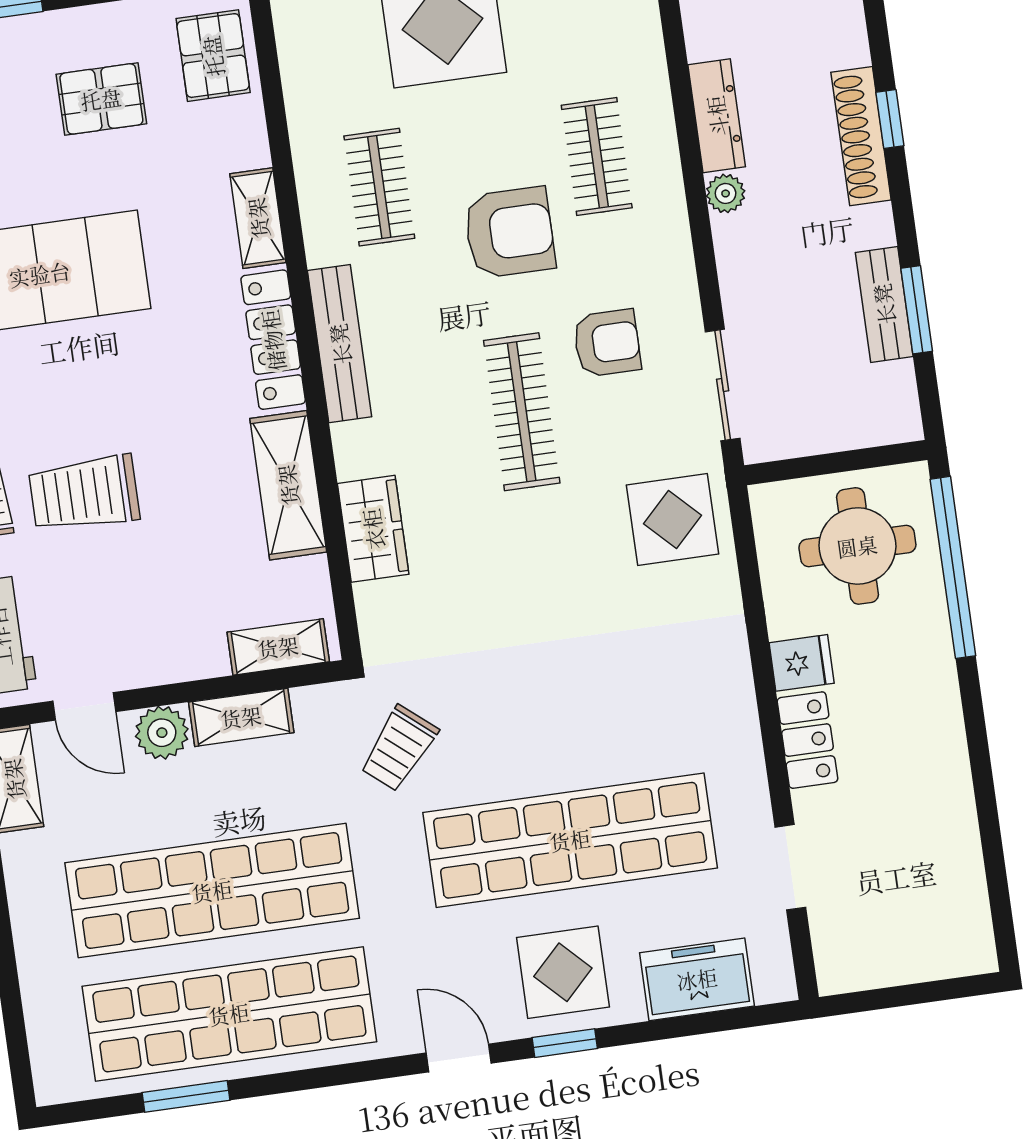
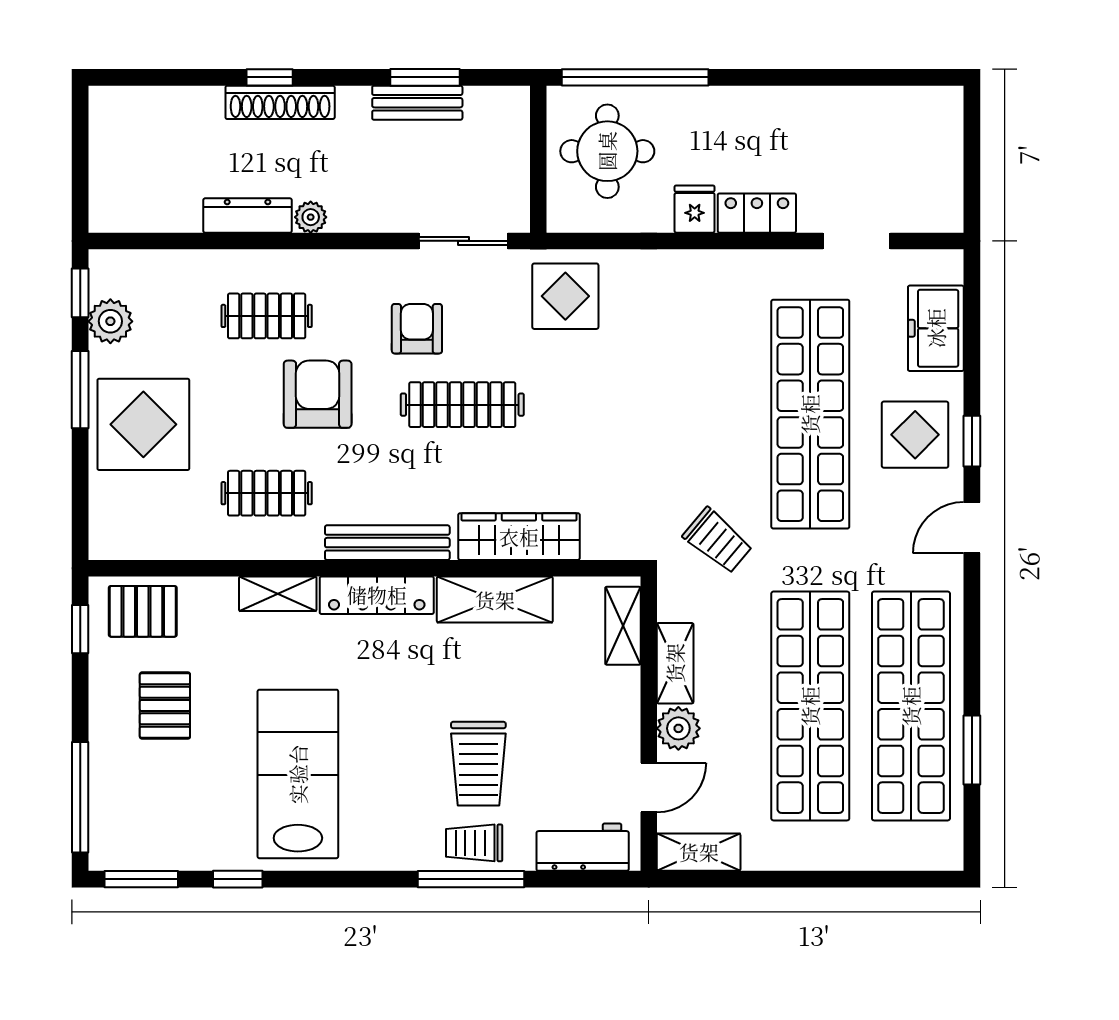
wardrobe: (373, 529) -> (519, 537), width x1.50

